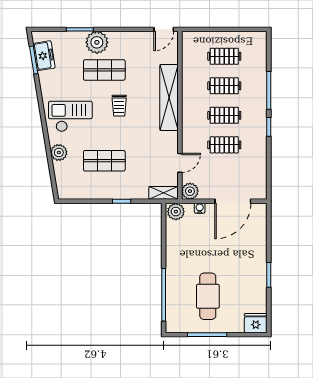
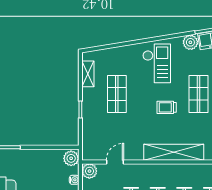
plant: (59, 152) -> (190, 42), moved
door: (180, 163) -> (115, 162), swing flipped
shelving: (163, 193) -> (88, 74), moved

